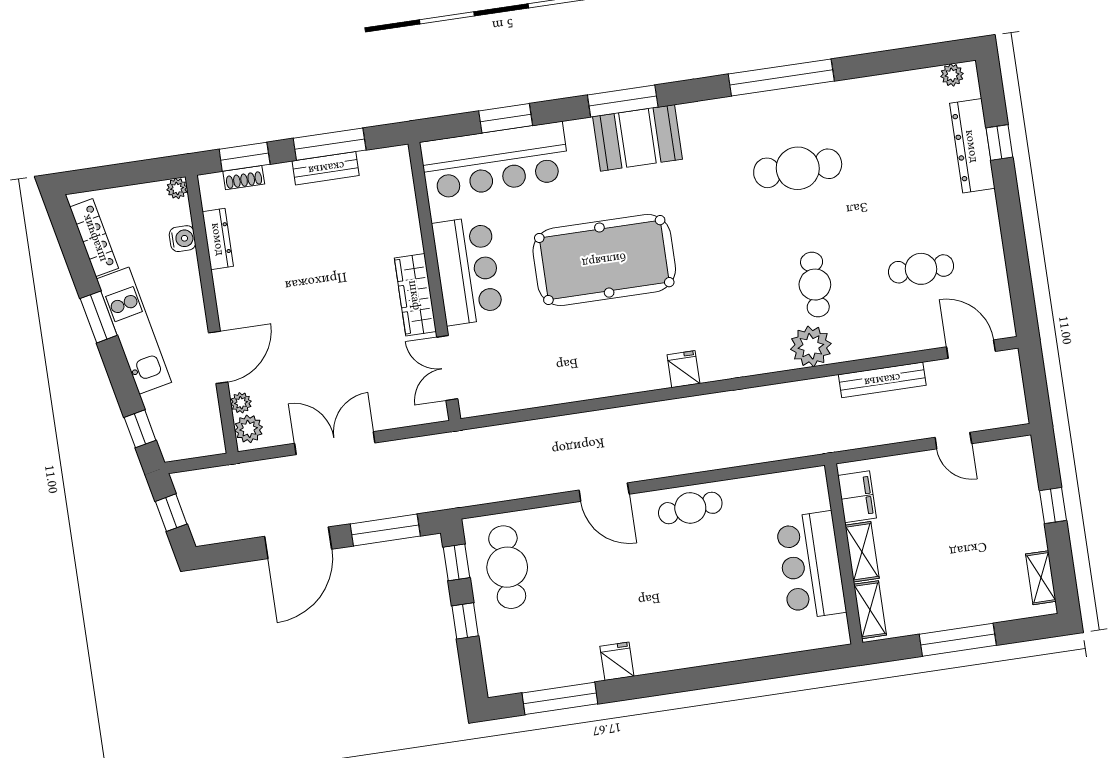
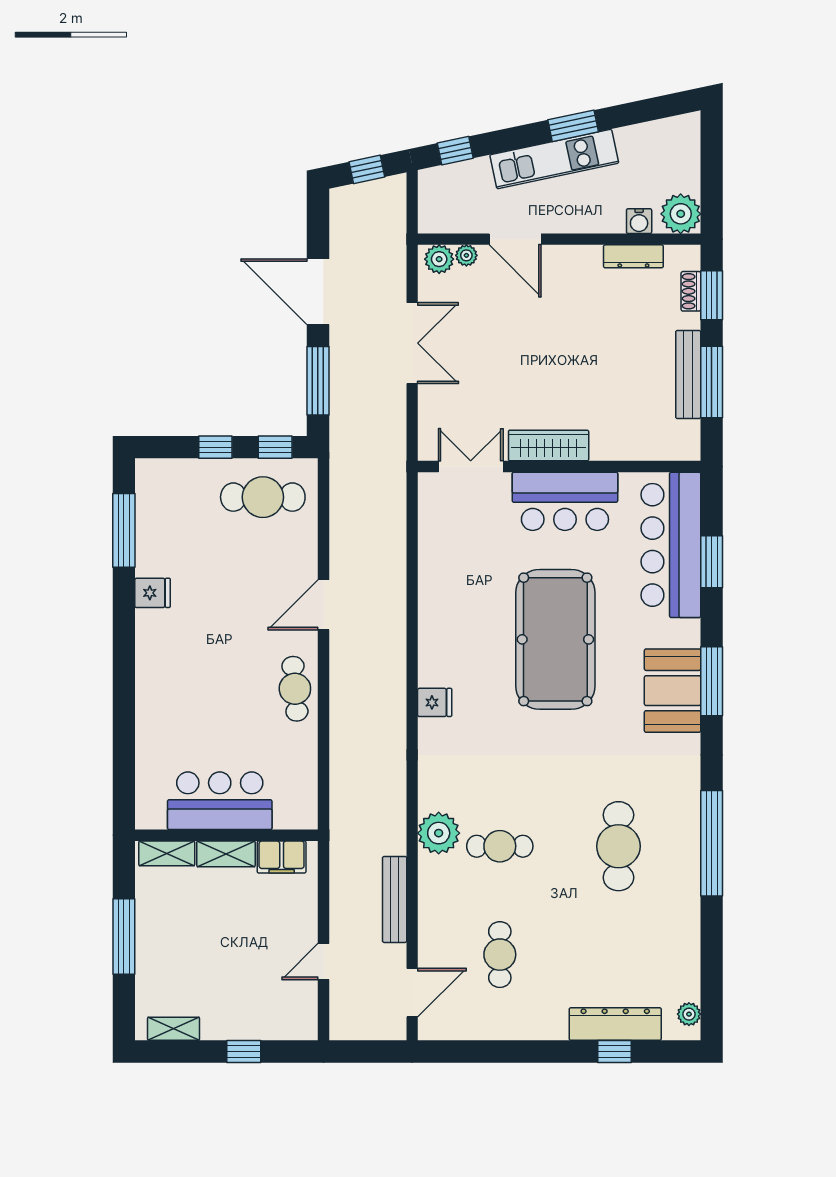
bench: (326, 168) -> (688, 375), width x1.36
plant: (177, 188) -> (681, 214), width x1.88, depth x1.88
locker: (94, 238) -> (653, 133), removed

